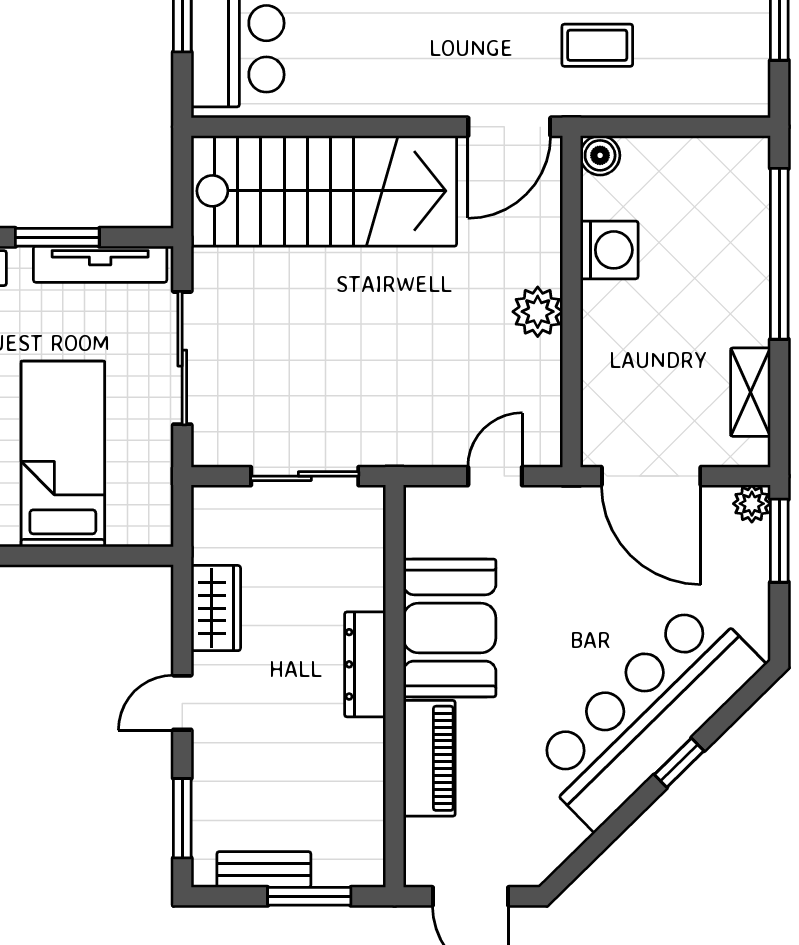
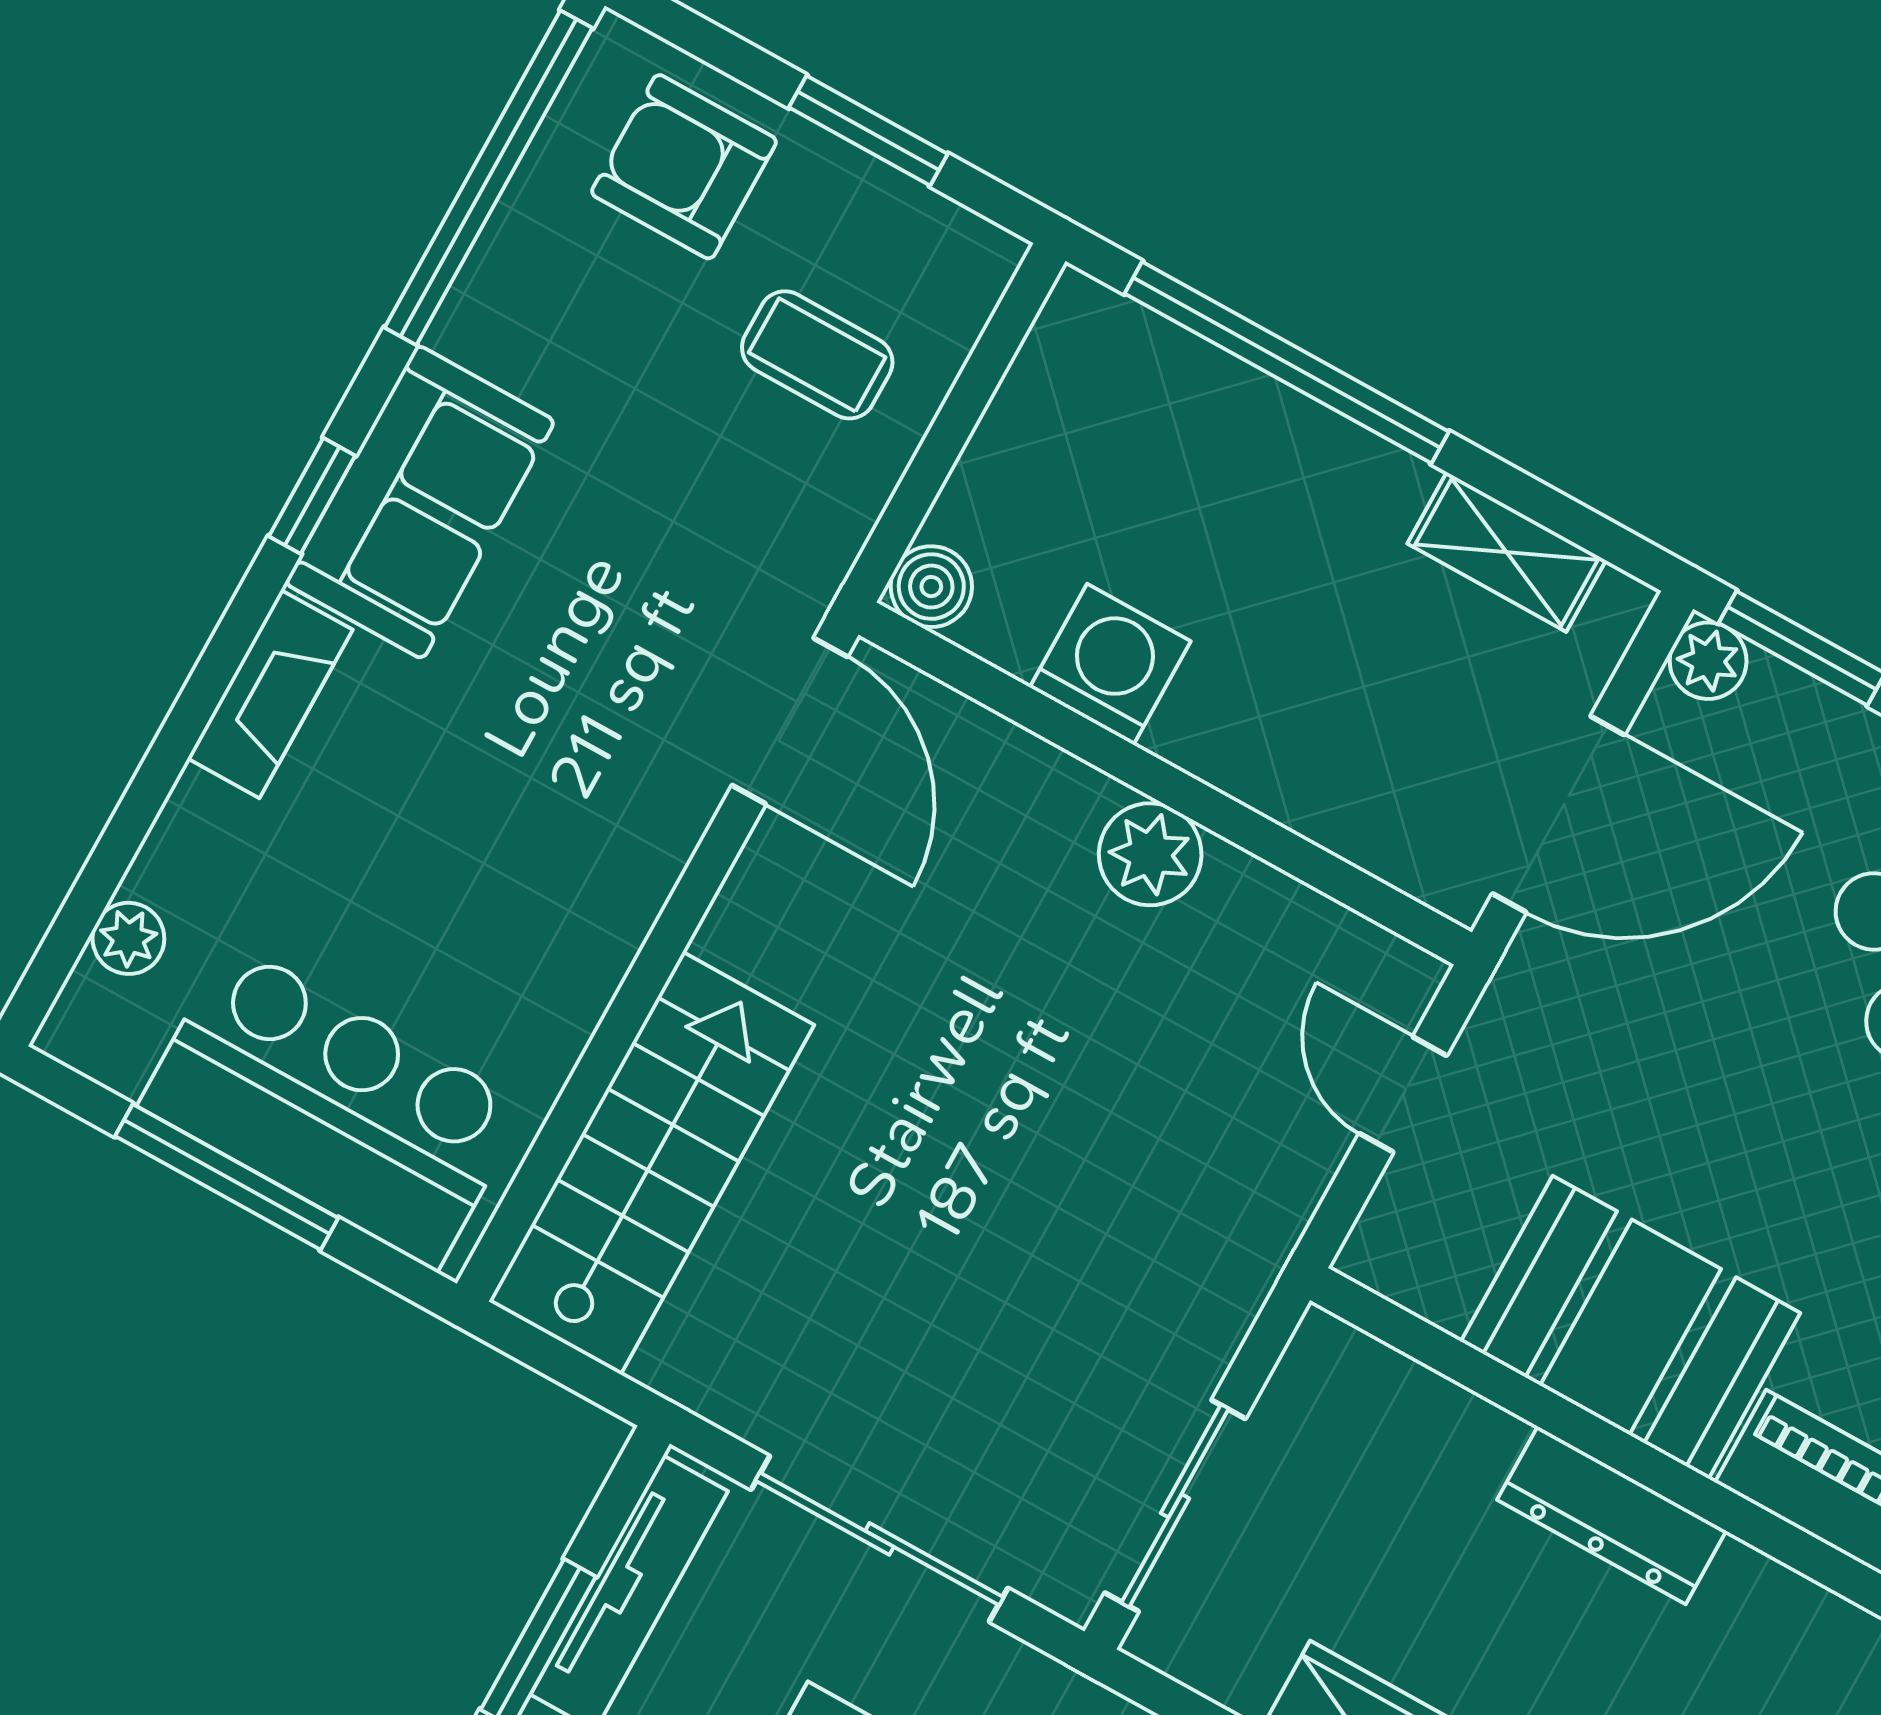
coffee table: (597, 45) -> (817, 355), moved, turned 90
stairs: (324, 191) -> (652, 1163), width x0.73, depth x0.66
sliding door: (305, 476) -> (1175, 1506), moved

